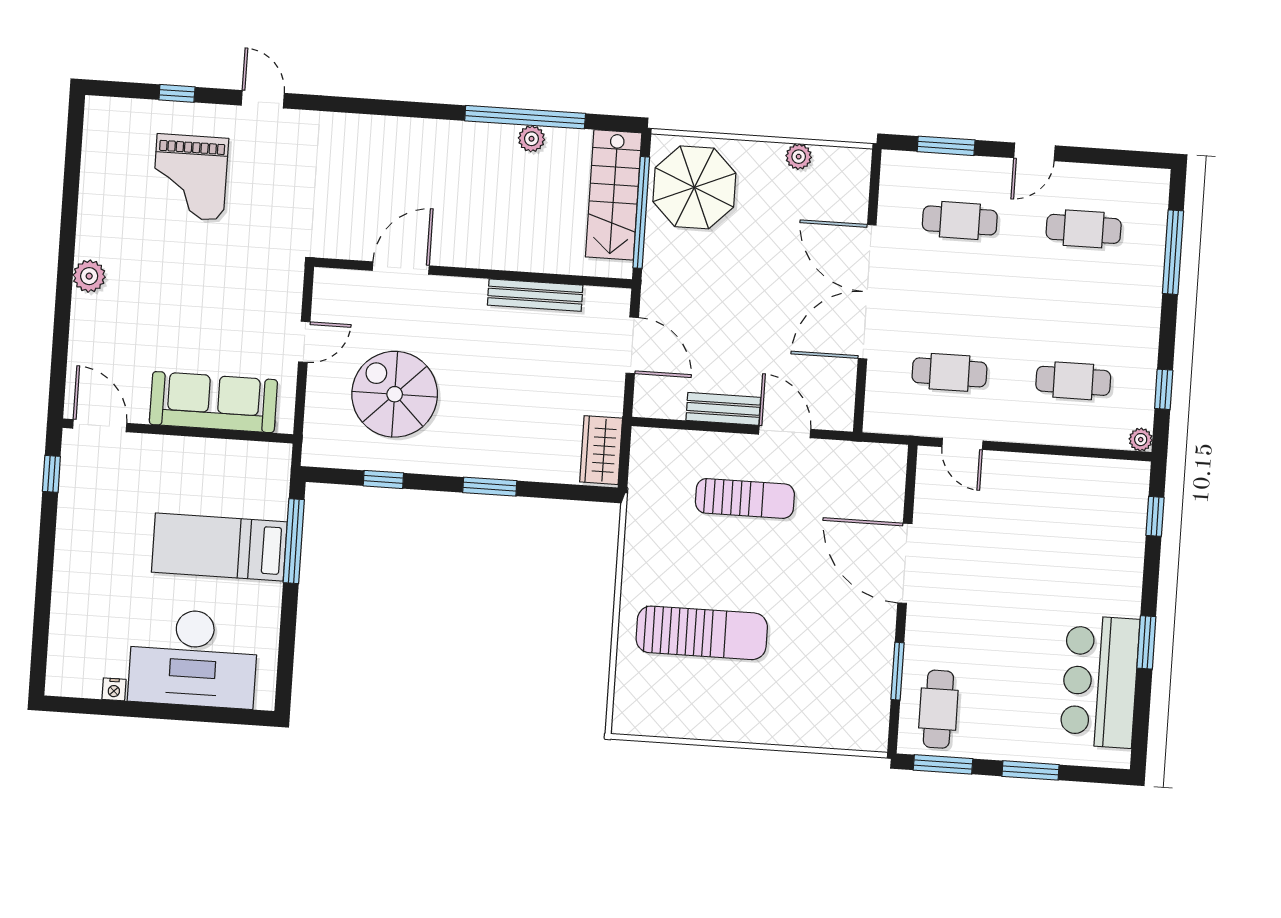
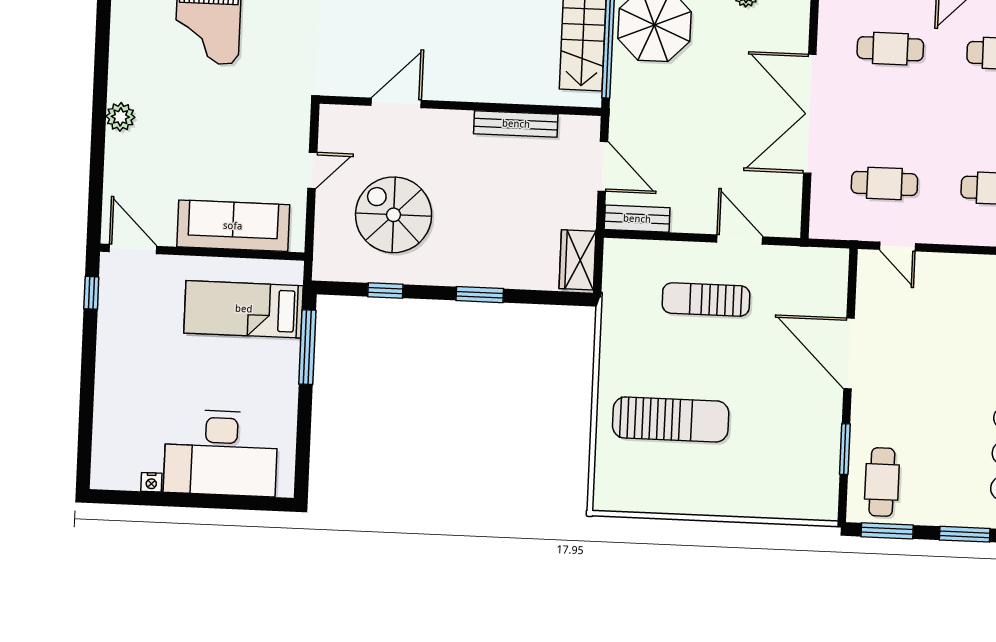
bench: (723, 409) -> (637, 219), moved
sun lounger: (745, 498) -> (706, 300), turned 180
bed: (219, 547) -> (244, 309), moved

